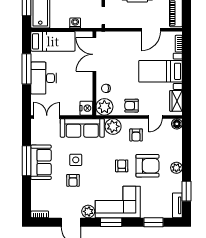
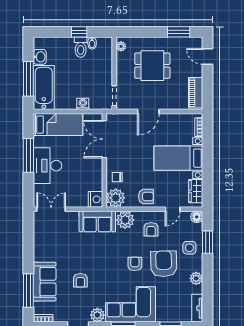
door: (151, 30) -> (148, 112), moved
armchair: (132, 106) -> (146, 197), turned 180
sofa: (82, 128) -> (97, 221), width x0.73
side table: (76, 160) -> (189, 248), moved
window: (27, 161) -> (28, 291), moved
sofa: (41, 162) -> (45, 282), moved
armchair: (147, 166) -> (164, 264), turned -92
plant: (176, 168) -> (196, 278), moved
window: (186, 191) -> (207, 242), moved

